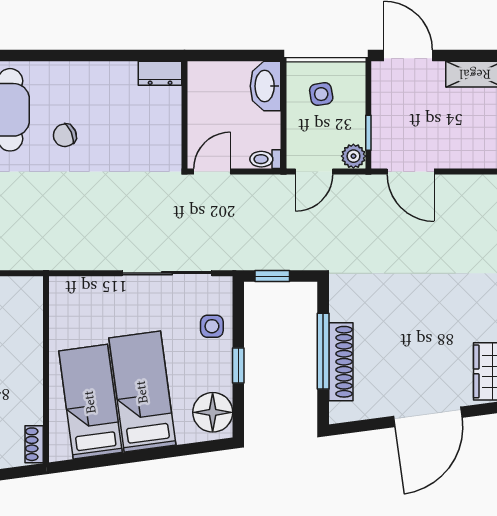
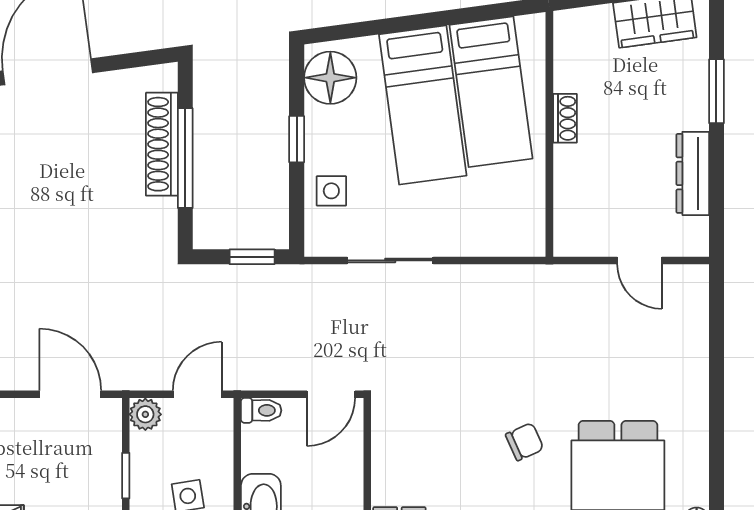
window: (368, 133) -> (126, 476), moved
sliding door: (167, 273) -> (390, 260), width x0.73
shoe rack: (34, 444) -> (565, 118), moved

